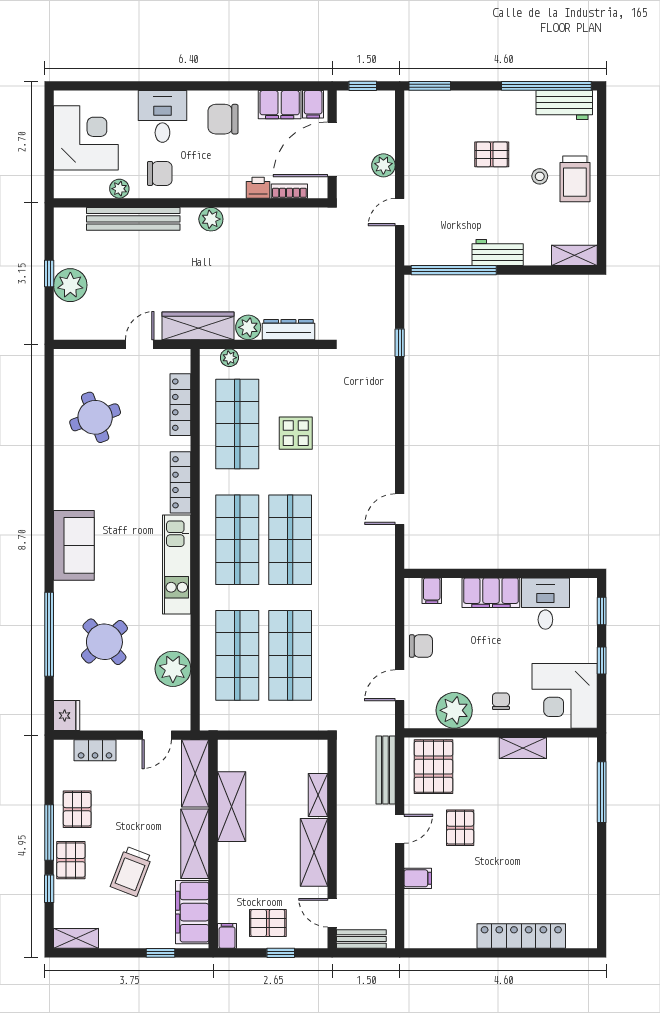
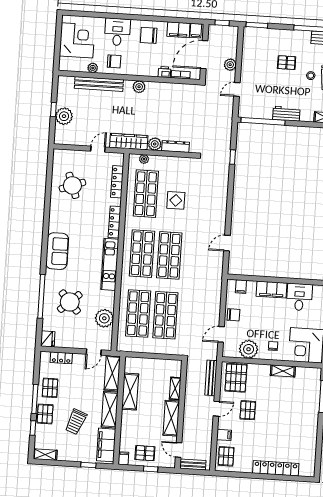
pallet: (424, 919) -> (226, 456), added

